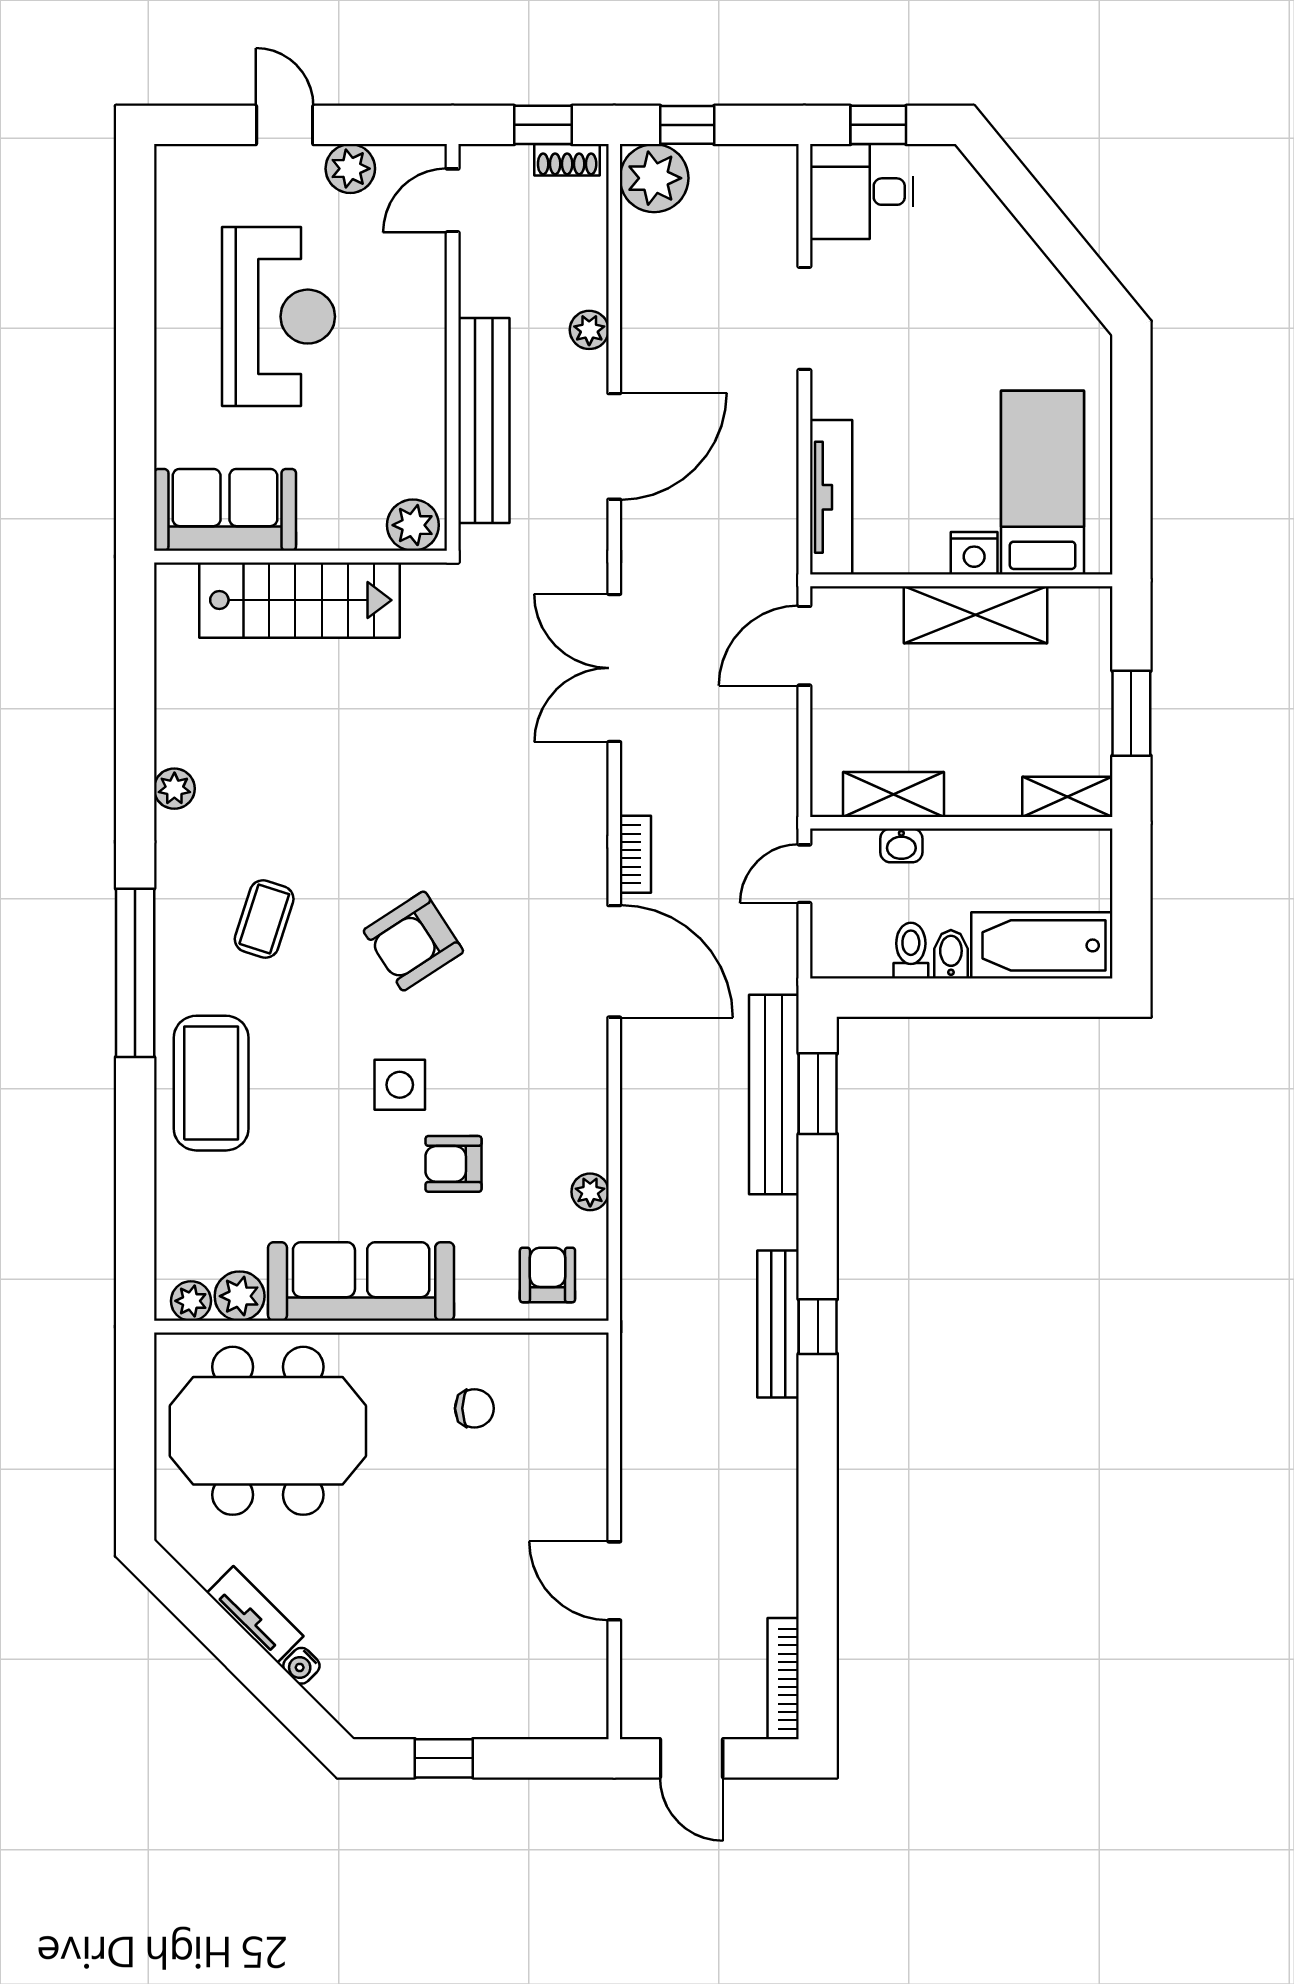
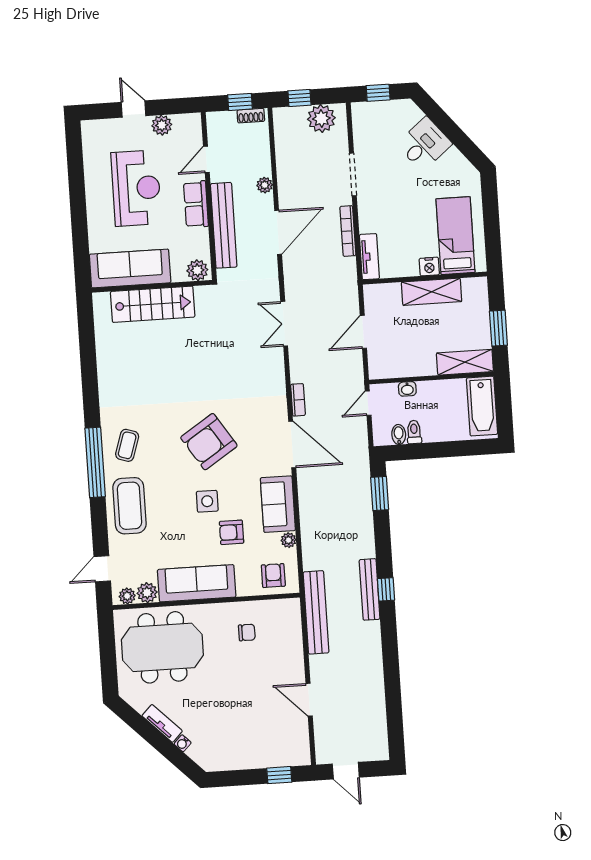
plant: (654, 178) -> (321, 119), moved
desk: (861, 192) -> (424, 144), moved, turned 141
door: (453, 200) -> (206, 159), moved
row of seats: (420, 365) -> (196, 204), added
tv unit: (831, 497) -> (369, 257), width x0.71
sofa: (225, 510) -> (130, 268), width x1.36
door: (804, 646) -> (363, 332), moved
double door: (614, 668) -> (284, 324), width x0.73
plant: (174, 789) -> (106, 385), removed
shelving: (894, 794) -> (403, 368), removed
shelving: (1067, 797) -> (465, 362), width x1.50, depth x1.33
coffee table: (264, 919) -> (127, 445), moved
armchair: (413, 941) -> (209, 442), width x1.36, depth x1.36
bathtub: (1042, 945) -> (482, 406), moved, turned -90
bidet: (951, 954) -> (399, 435), moved
bench: (774, 1095) -> (316, 612), moved
sofa: (570, 1103) -> (278, 504), added
door: (135, 1231) -> (102, 569), added
bookcase: (783, 1679) -> (348, 231), moved
window: (444, 1758) -> (279, 775), moved

